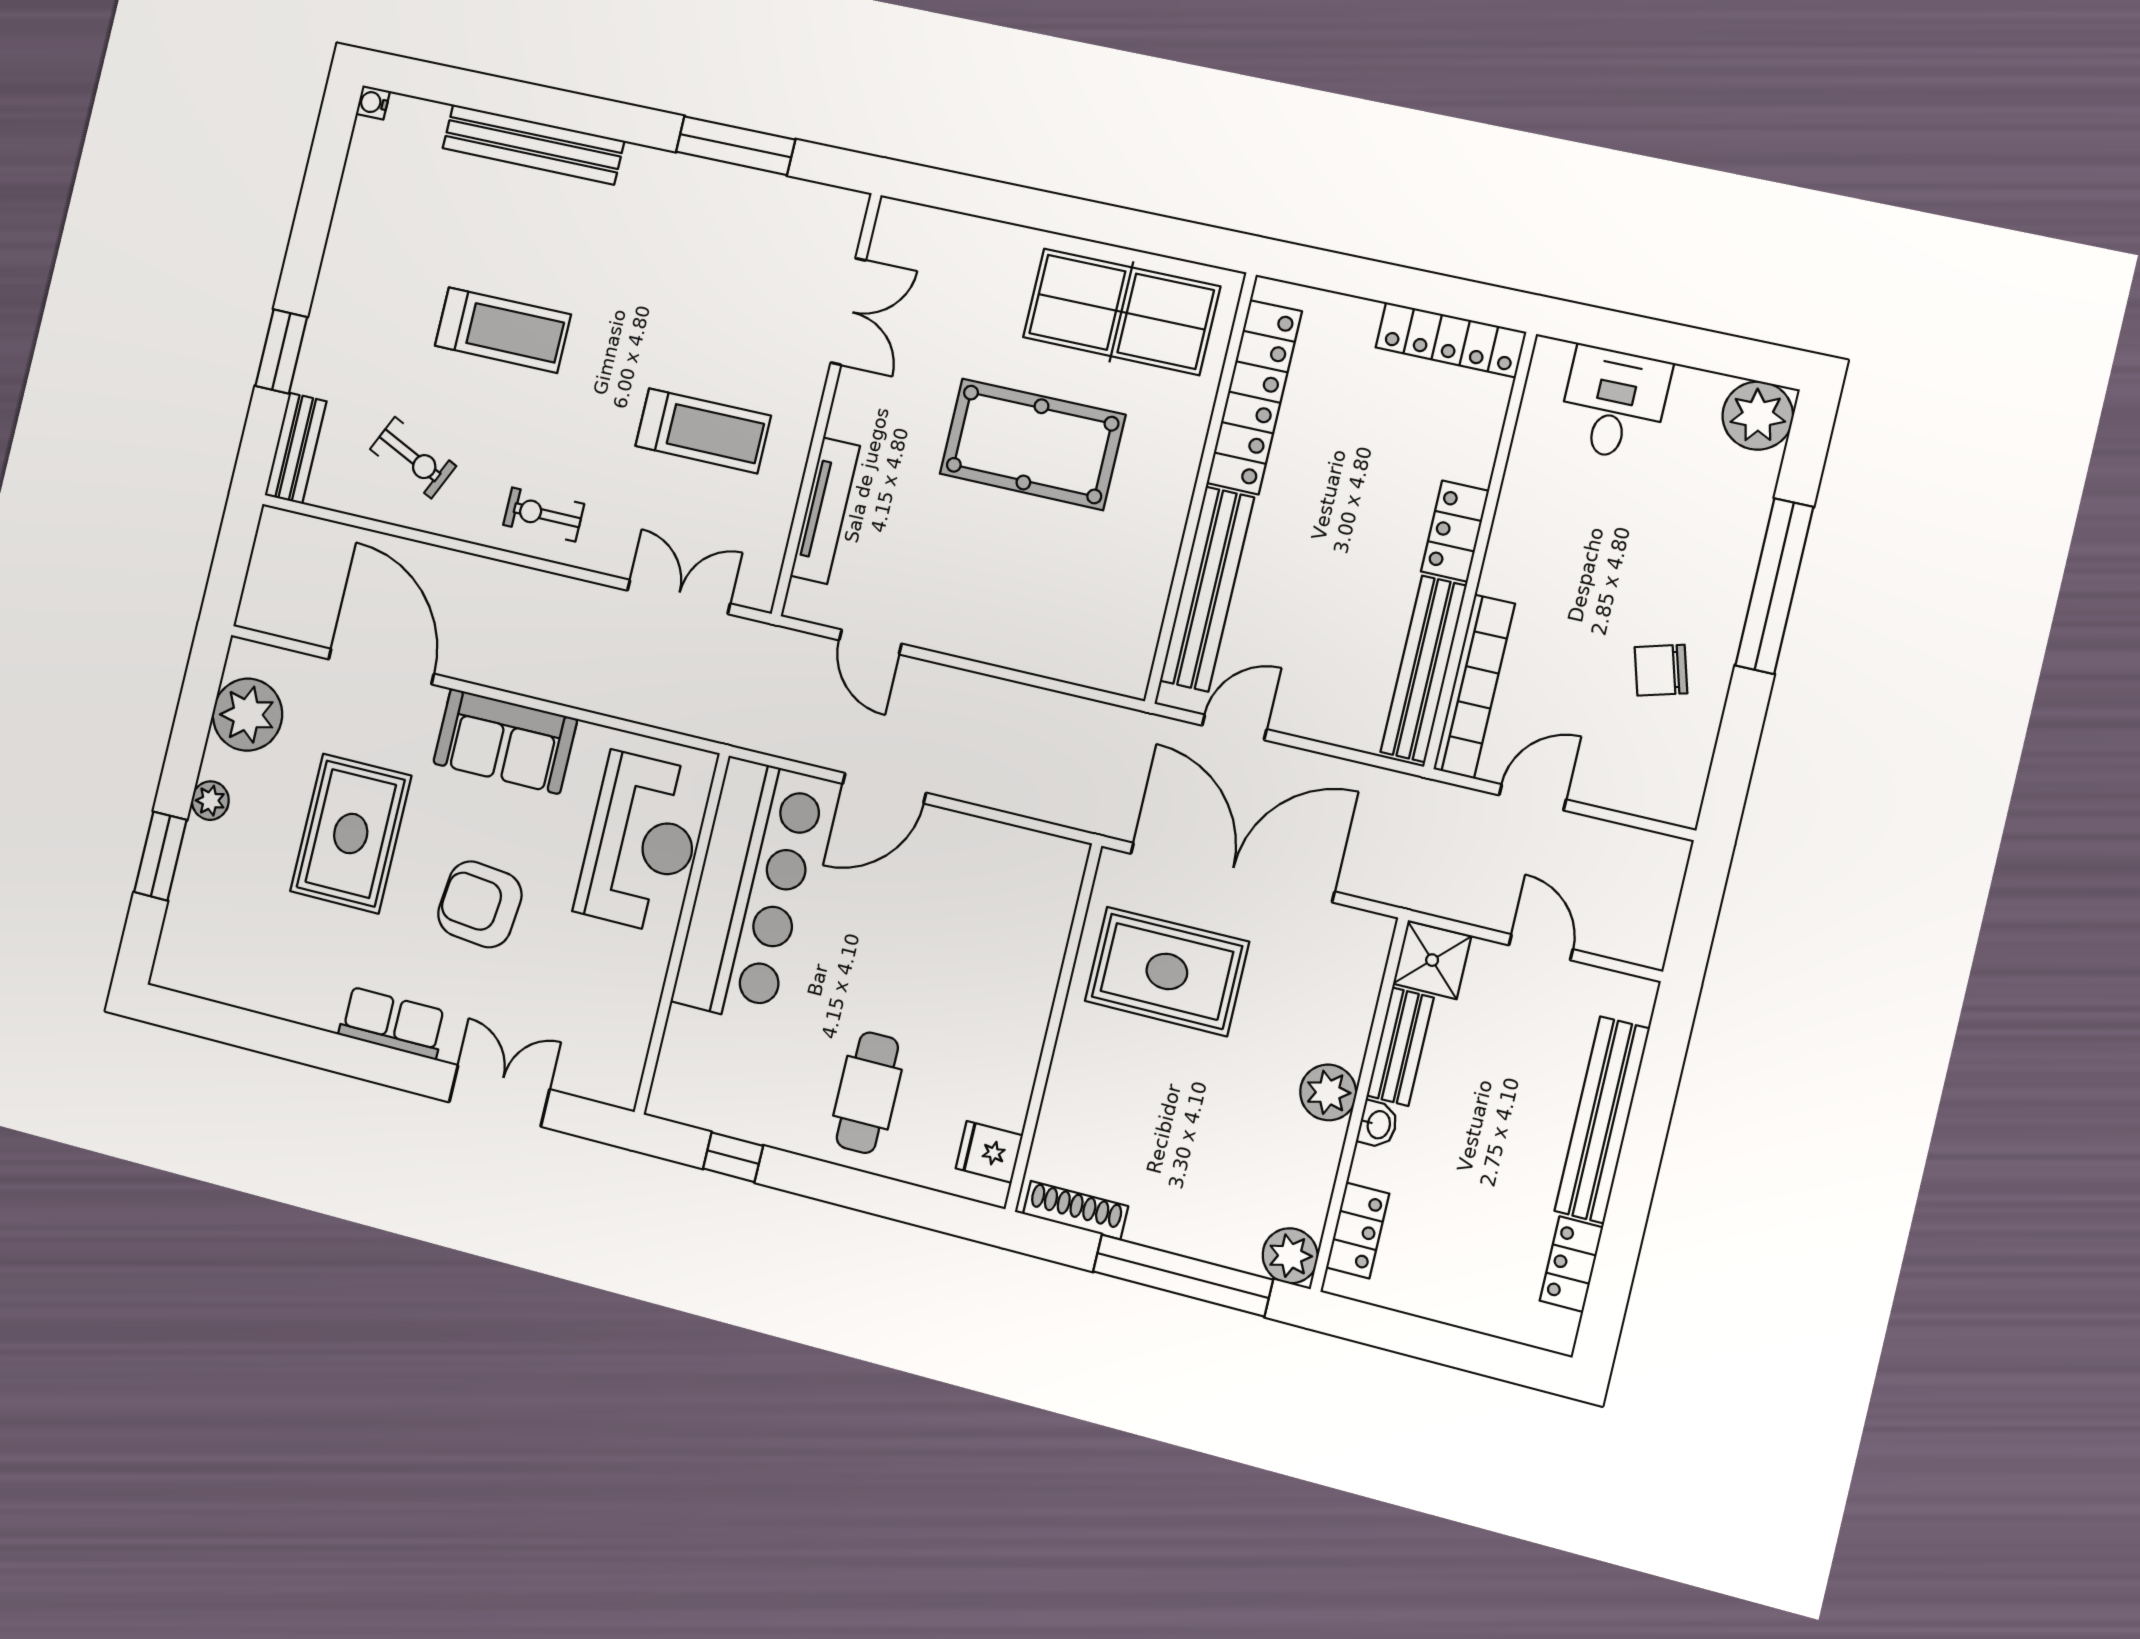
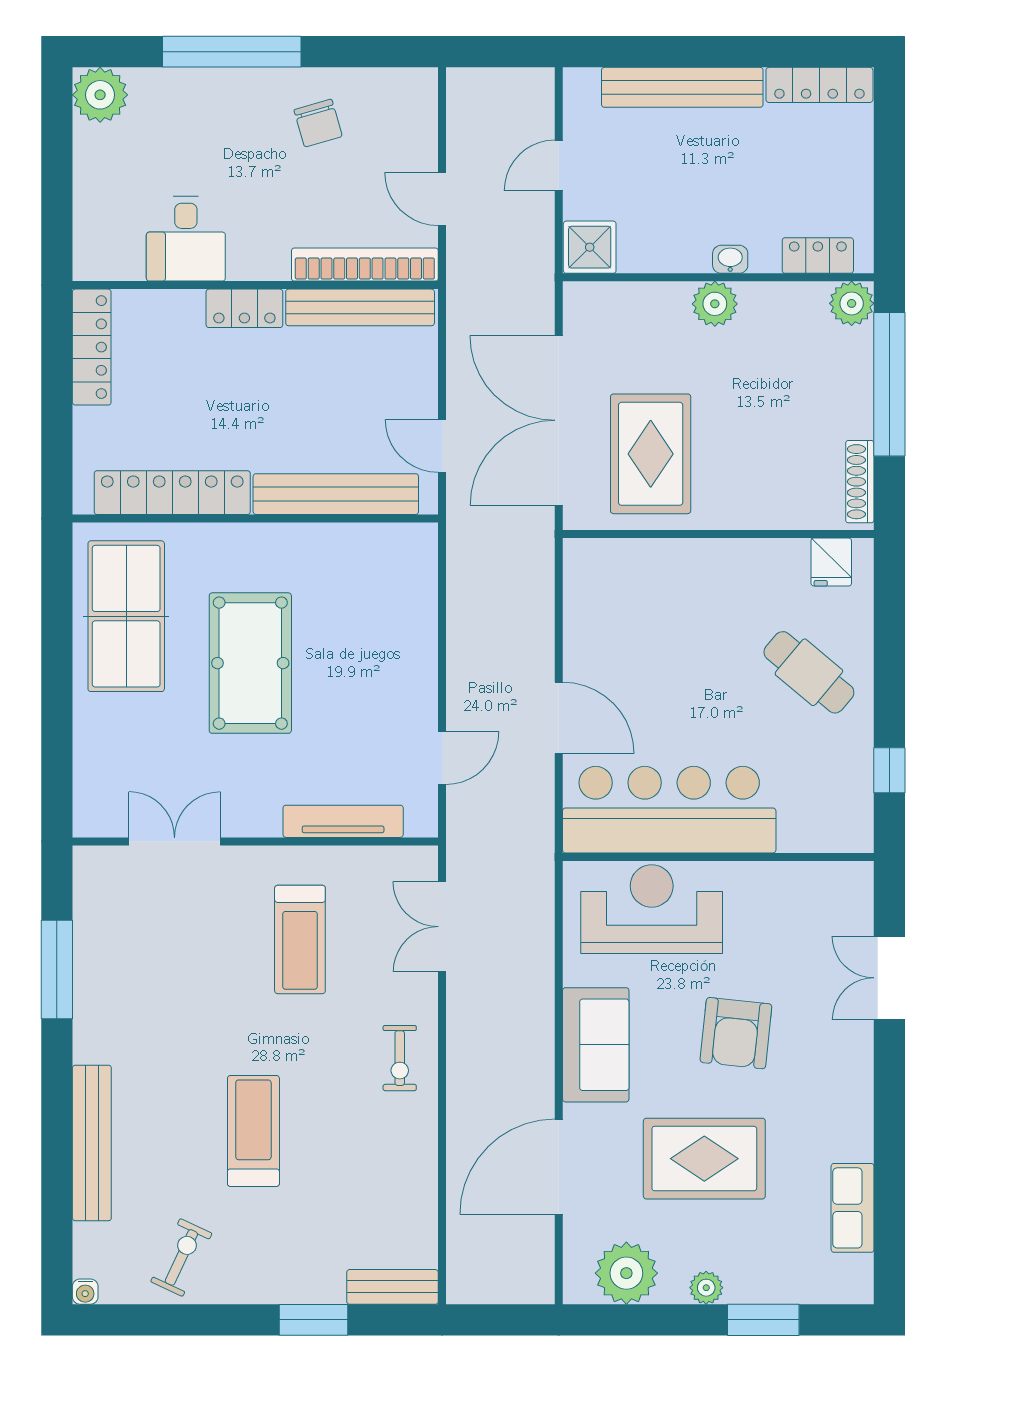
desk: (1614, 404) -> (186, 239), moved, turned -90
treadmill: (703, 431) -> (300, 939), turned 180
exercise bike: (413, 458) -> (181, 1257), moved
row of seats: (392, 1023) -> (853, 1208), moved
bench: (1400, 1047) -> (664, 256), removed
cafe table: (867, 1093) -> (809, 672), turned 40
locker: (1571, 1264) -> (819, 85), width x1.53

